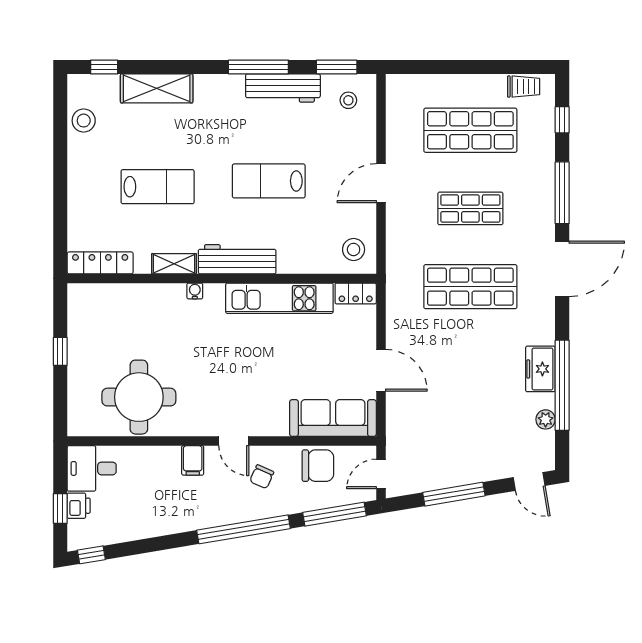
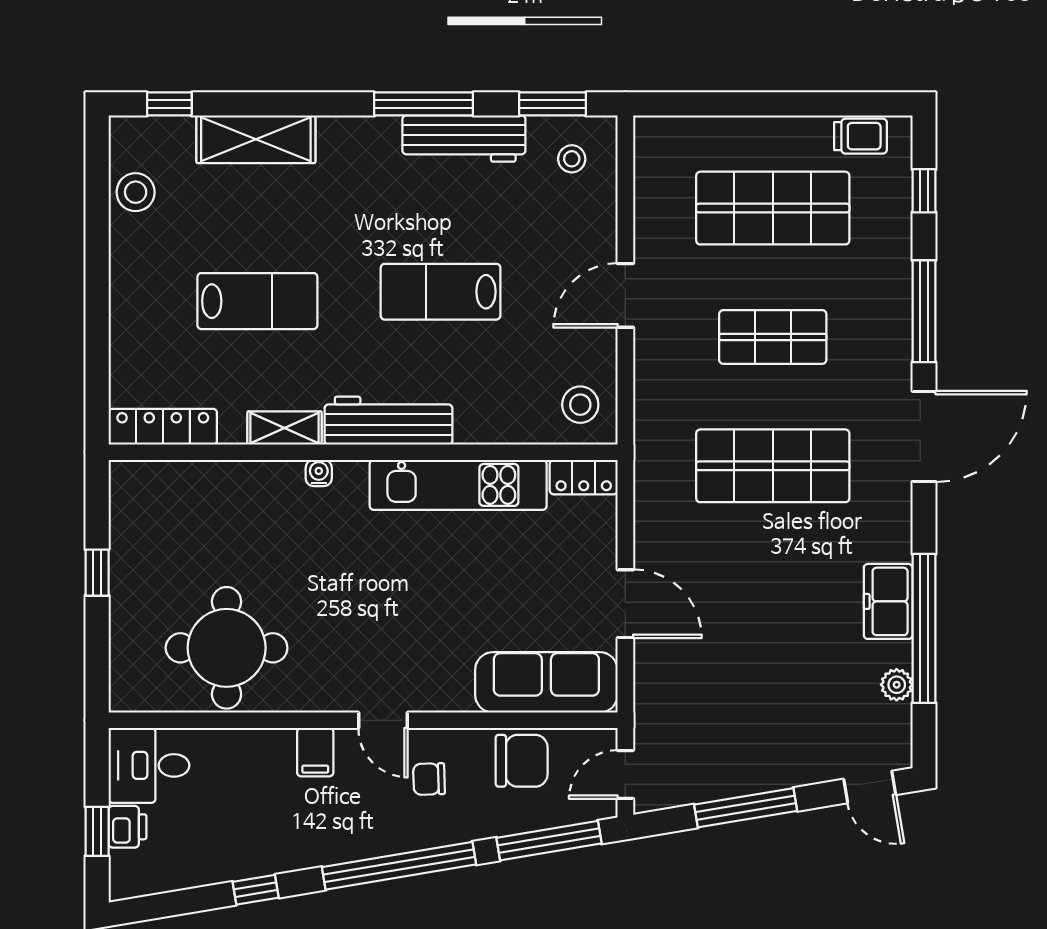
chair: (262, 477) -> (429, 779), turned 64
window: (91, 555) -> (256, 890), moved

